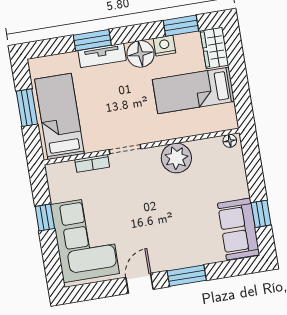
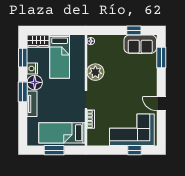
window: (92, 40) -> (23, 92), moved
window: (45, 217) -> (135, 150), moved
window: (187, 276) -> (161, 58), moved

